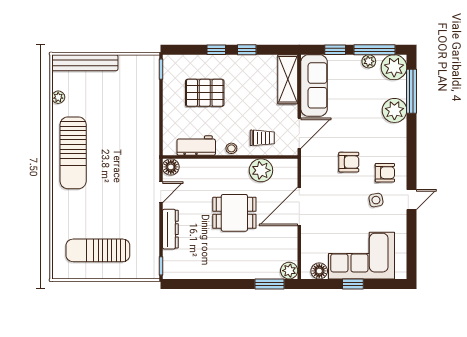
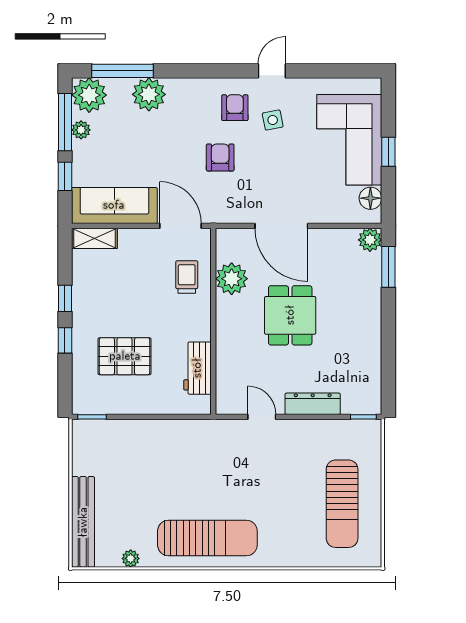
shelving: (288, 79) -> (94, 238), width x0.67, depth x0.75
pallet: (205, 93) -> (125, 356), turned 90
stool: (231, 148) -> (201, 319), removed
floor lamp: (171, 167) -> (227, 403), removed
door: (412, 200) -> (272, 71), hinge flipped

